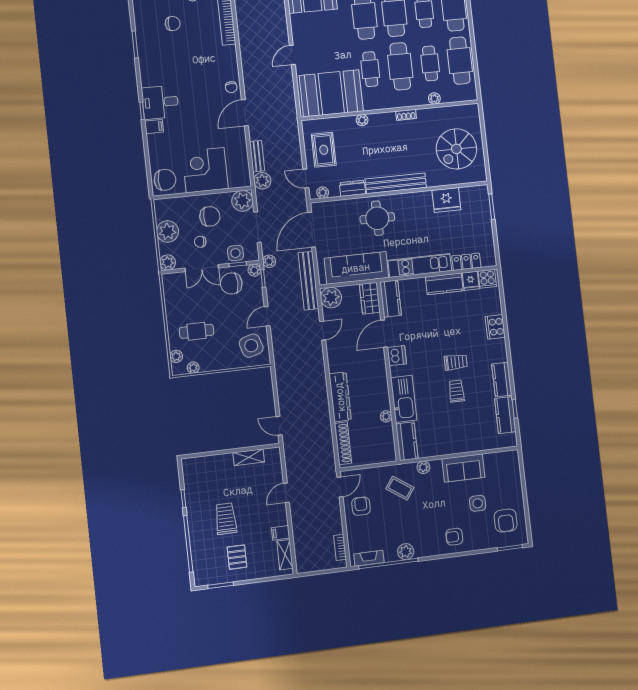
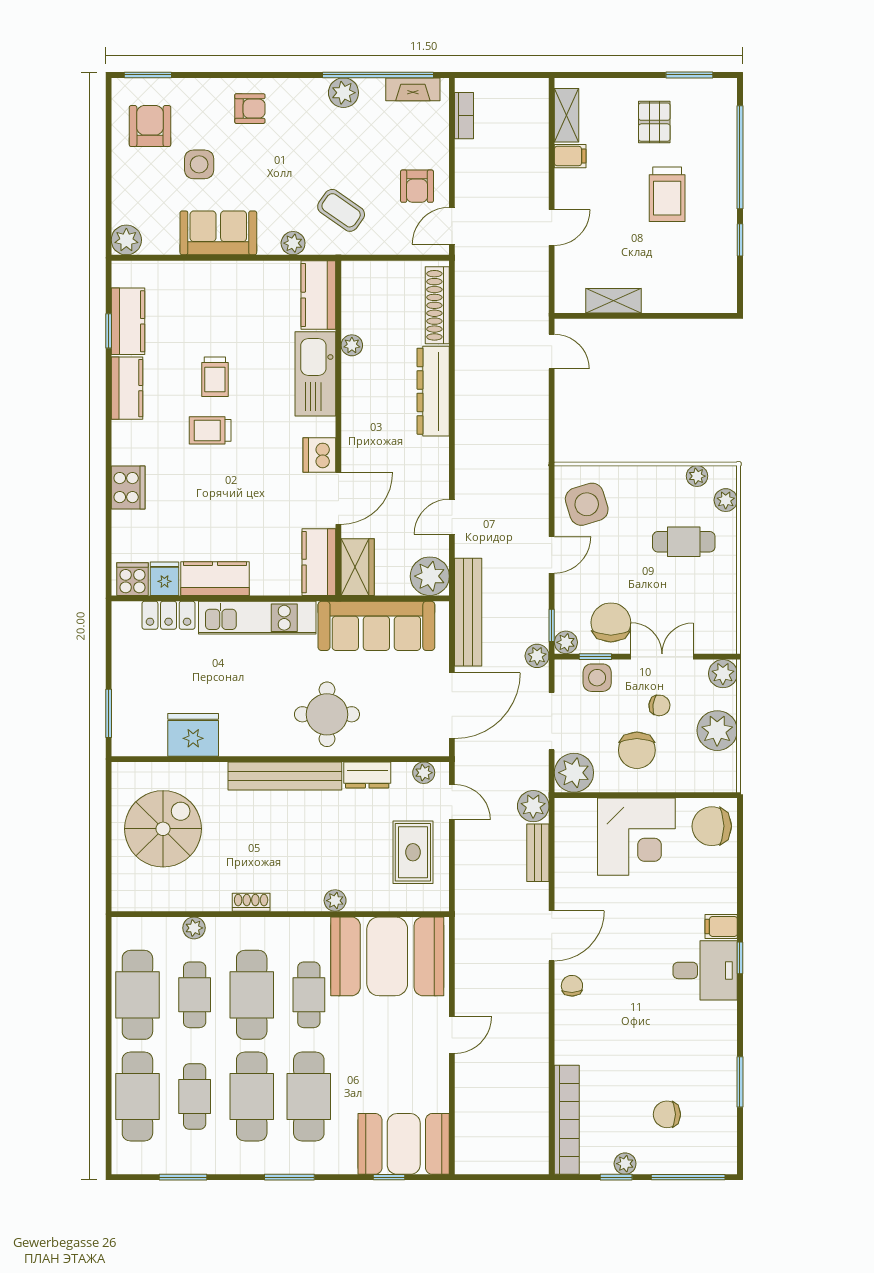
chair: (210, 216) -> (637, 750), turned -90
chair: (231, 283) -> (611, 622), turned -90
plant: (511, 458) -> (126, 240), added

